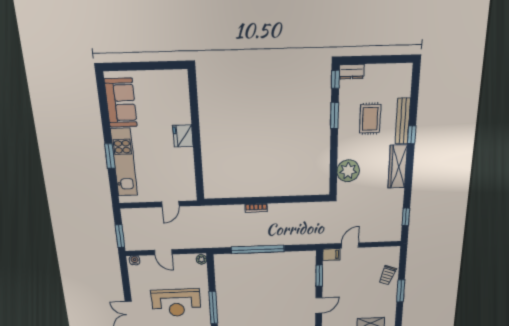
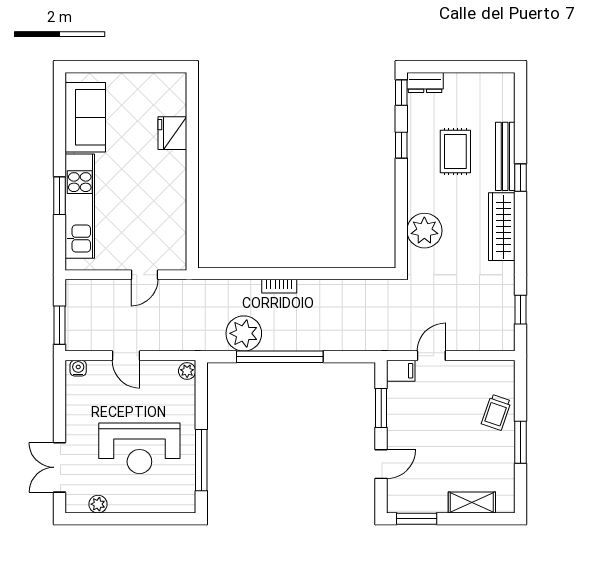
window: (335, 116) -> (401, 145), width x0.67
fridge: (183, 136) -> (172, 133), moved
plant: (235, 237) -> (244, 333), added

